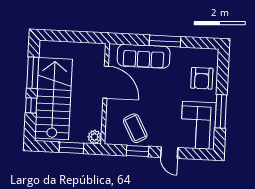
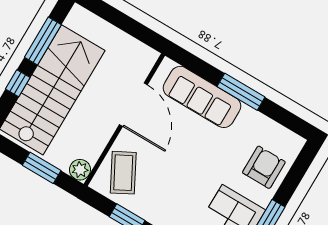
armchair: (202, 78) -> (264, 167), turned 180
coffee table: (135, 128) -> (123, 173), moved

